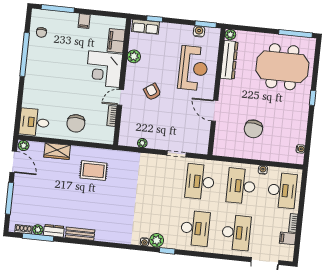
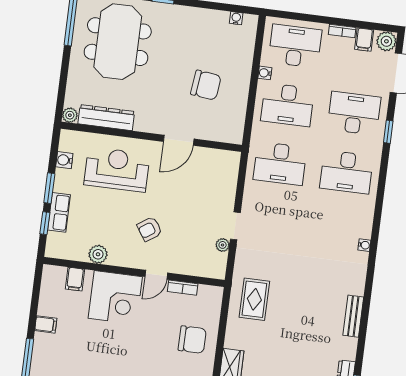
window: (206, 24) -> (49, 188), moved
row of seats: (145, 27) -> (59, 212), moved
filing cabinet: (116, 41) -> (75, 279), width x0.50
door: (121, 97) -> (156, 275), hinge flipped
doorway: (177, 154) -> (235, 226), moved
rug: (93, 171) -> (254, 299), moved
desk: (195, 228) -> (347, 172), turned 180
bench: (80, 234) -> (353, 316), moved
plant: (157, 240) -> (386, 41), moved
window: (167, 251) -> (388, 132), moved

